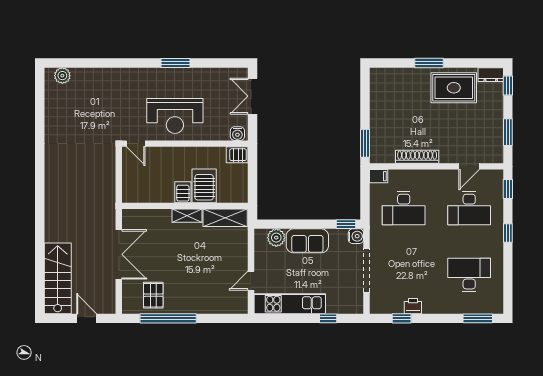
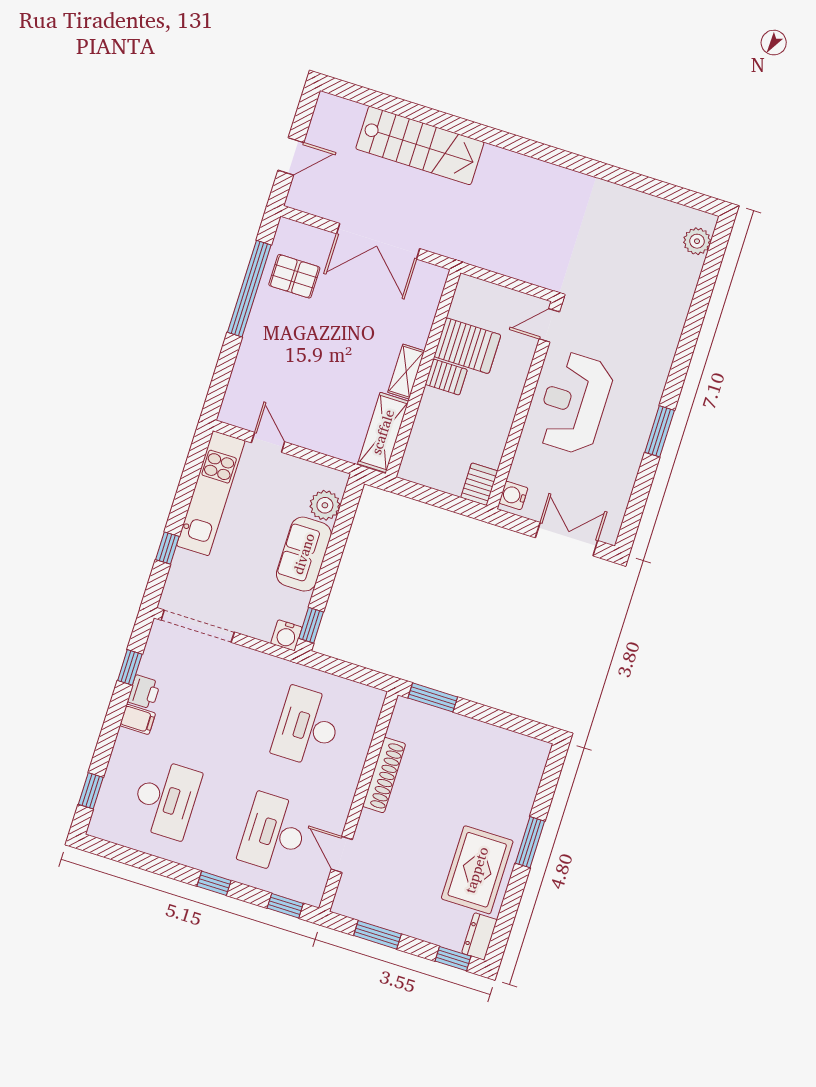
filing cabinet: (379, 176) -> (138, 719), moved, turned -90
server rack: (204, 186) -> (467, 346), moved
doorway: (367, 271) -> (198, 626), moved
stairs: (58, 278) -> (420, 145), moved
window: (478, 318) -> (91, 791), width x0.67

